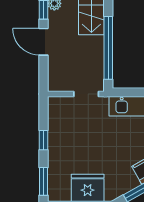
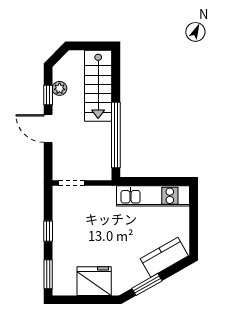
doorway: (86, 94) -> (72, 183), moved

